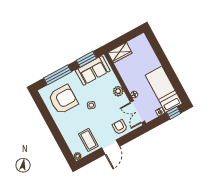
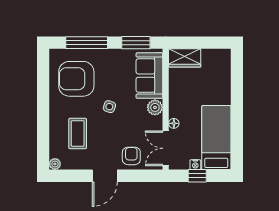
sofa: (93, 70) -> (149, 76), moved, turned 90
armchair: (63, 99) -> (76, 79), turned 180
window: (174, 113) -> (197, 176), moved
coffee table: (88, 140) -> (78, 133), moved

